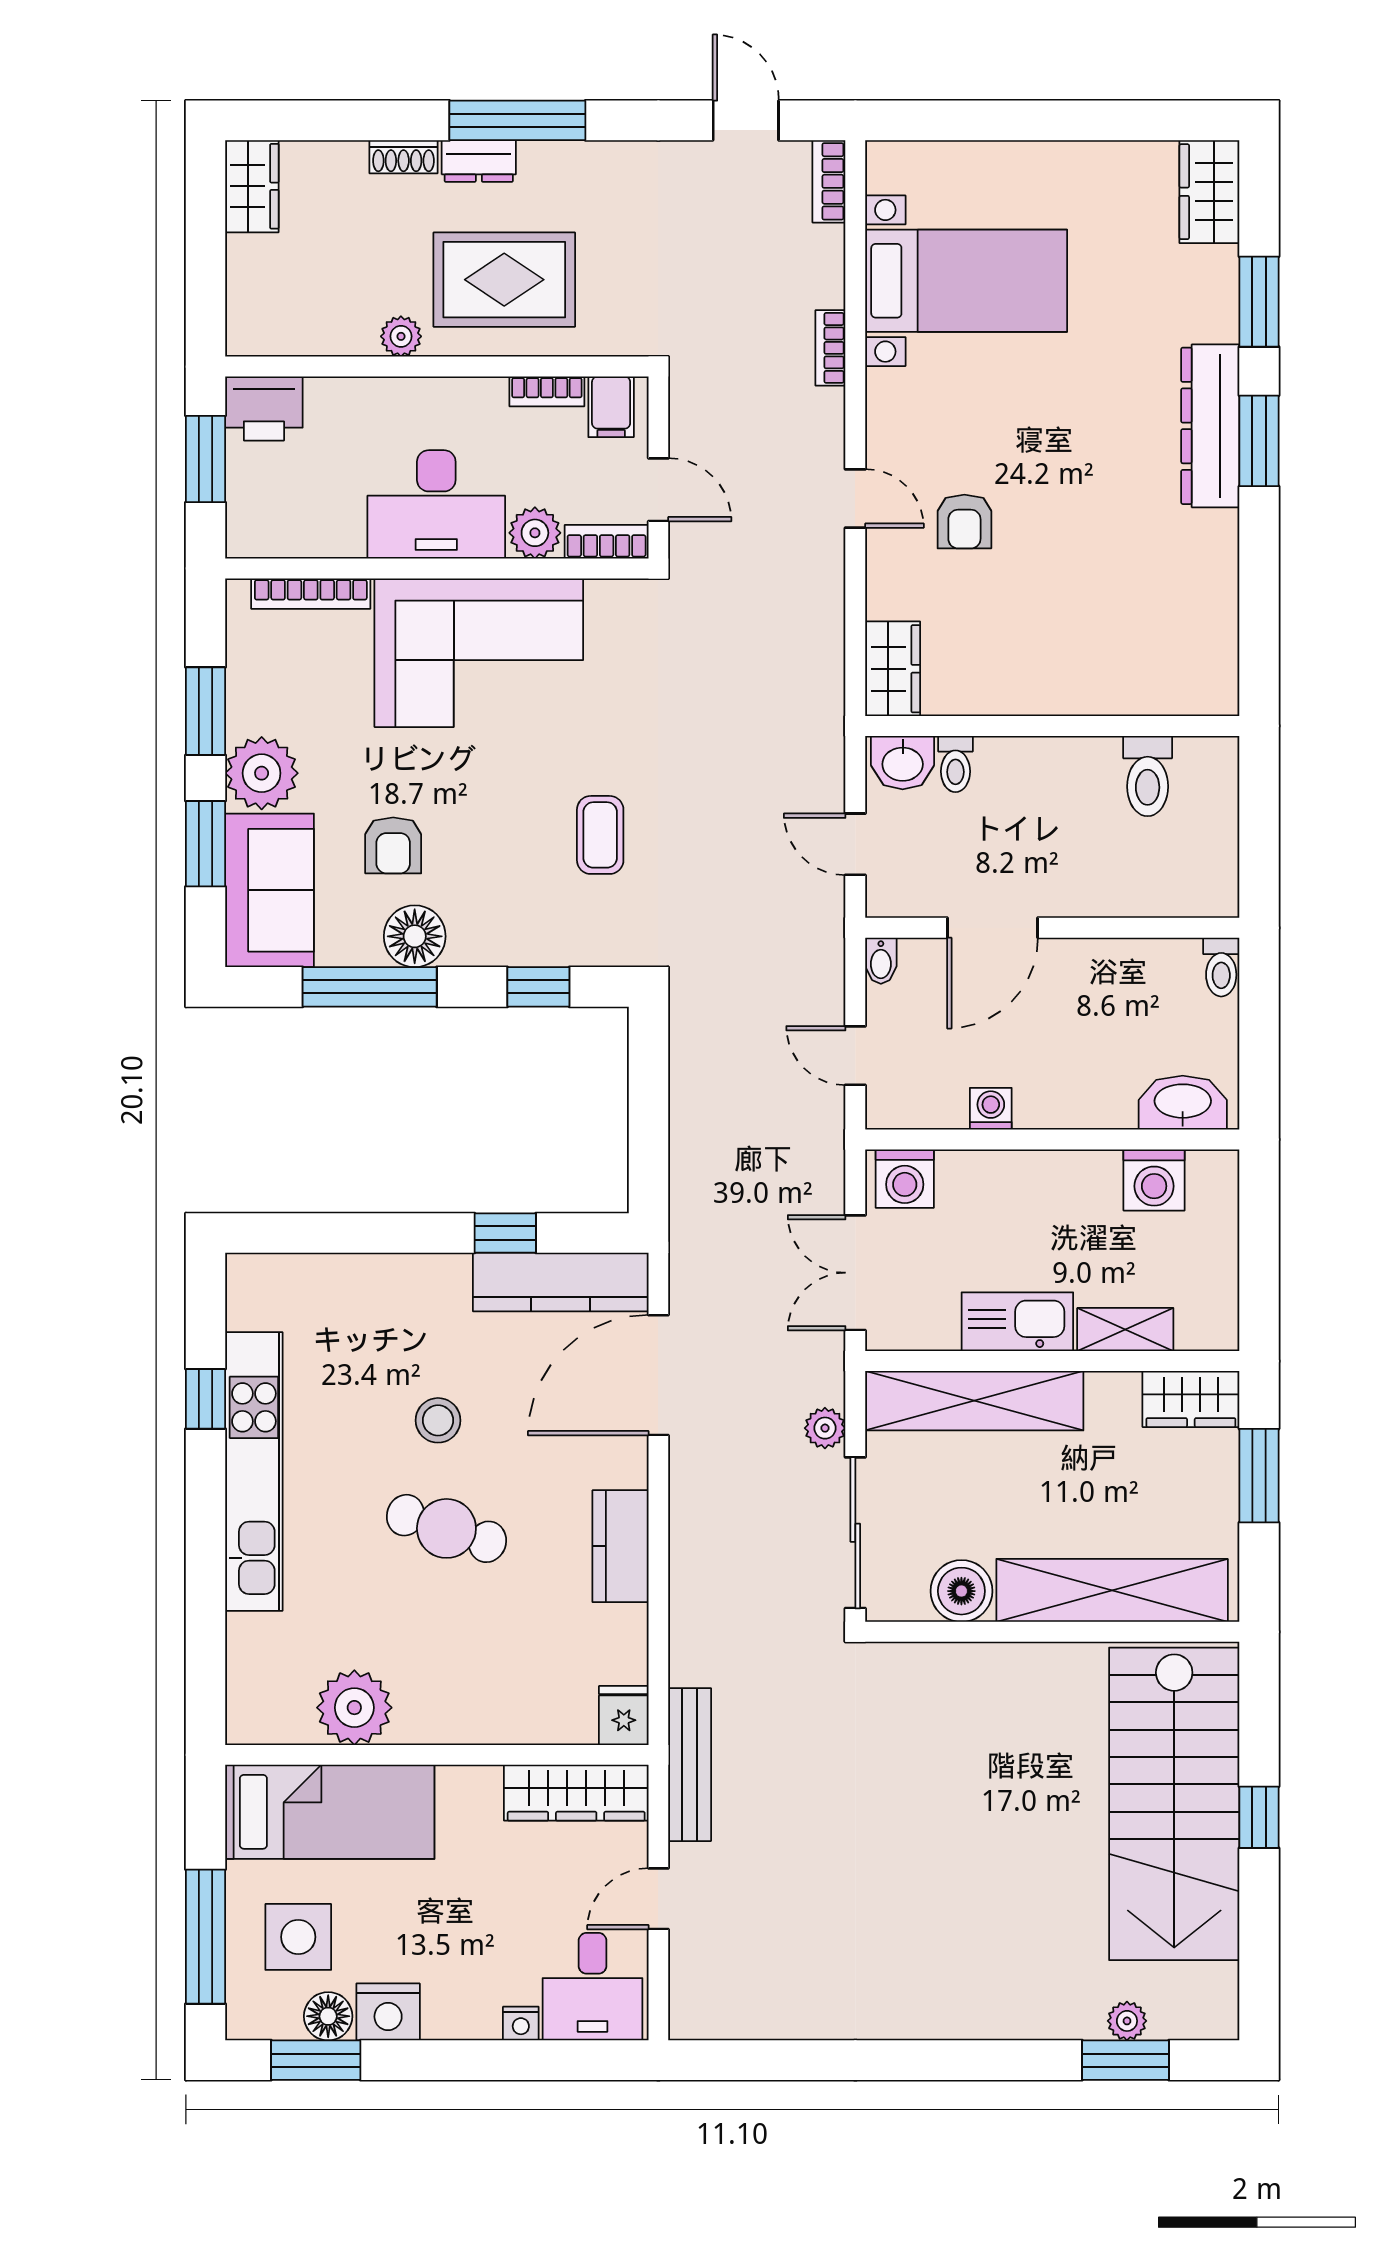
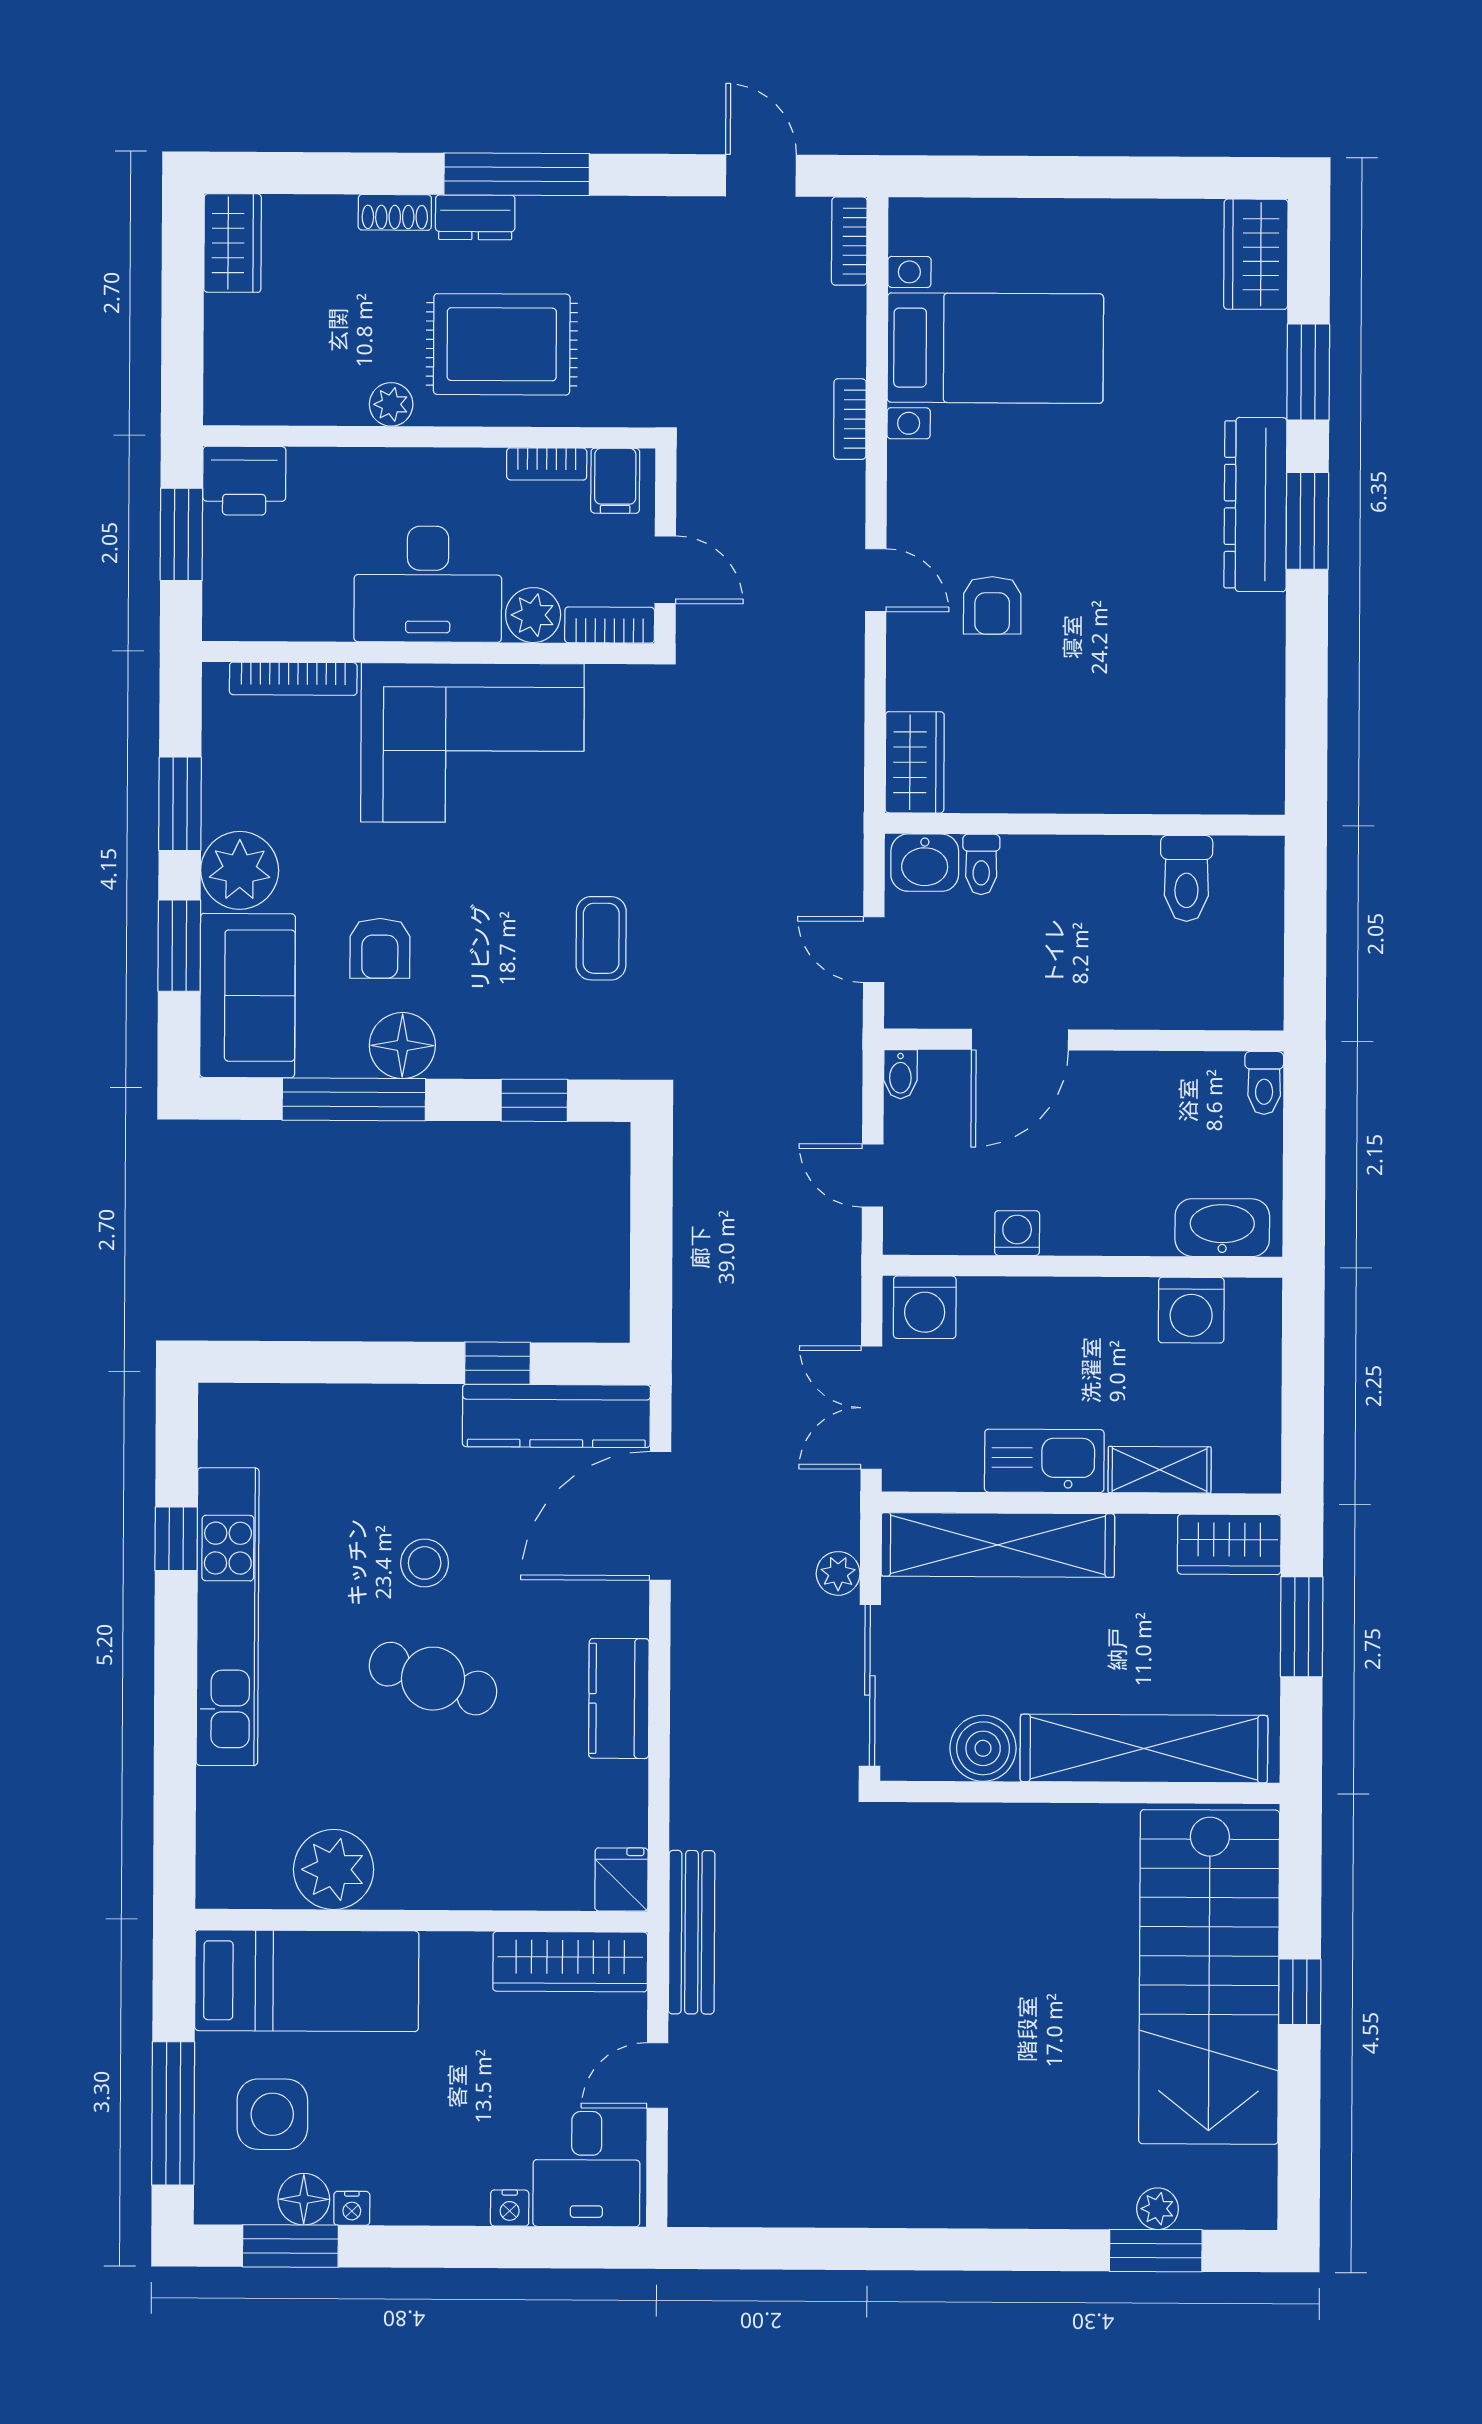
nightstand: (388, 2012) -> (352, 2208), width x0.53, depth x0.56

